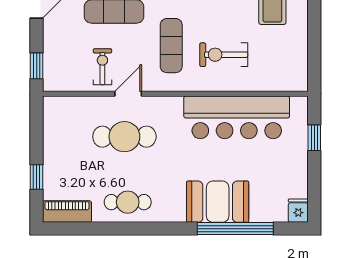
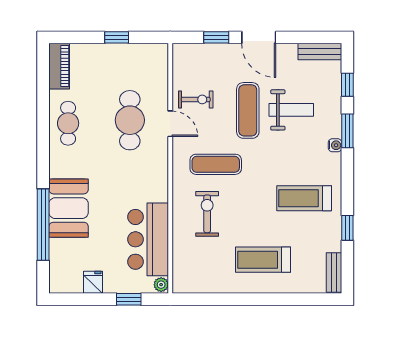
window: (37, 66) -> (216, 37), moved
plant: (299, 104) -> (161, 285), added
bar counter: (237, 117) -> (148, 239), width x0.73
window: (37, 177) -> (117, 37), moved
fridge: (298, 211) -> (93, 282), moved, turned -90

